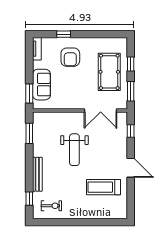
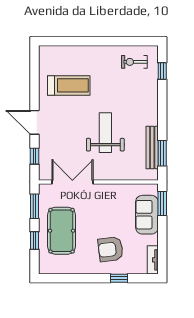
armchair: (70, 57) -> (111, 249), turned -97
door: (131, 168) -> (34, 122), moved
bench: (37, 174) -> (152, 148), moved

